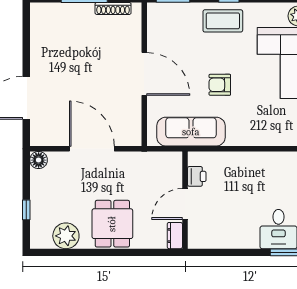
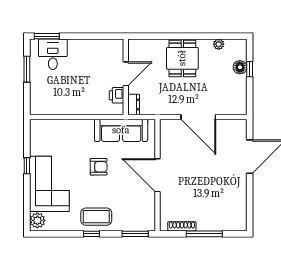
floor lamp: (39, 160) -> (240, 67), moved
plant: (66, 236) -> (219, 44), width x0.53, depth x0.53
dresser: (175, 236) -> (134, 105), moved

